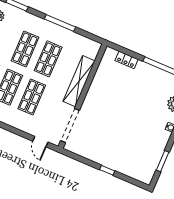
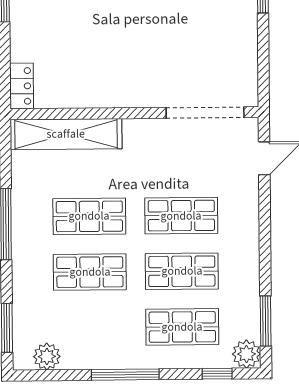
locker: (127, 60) -> (22, 86), moved
shelving: (79, 81) -> (66, 134), moved

